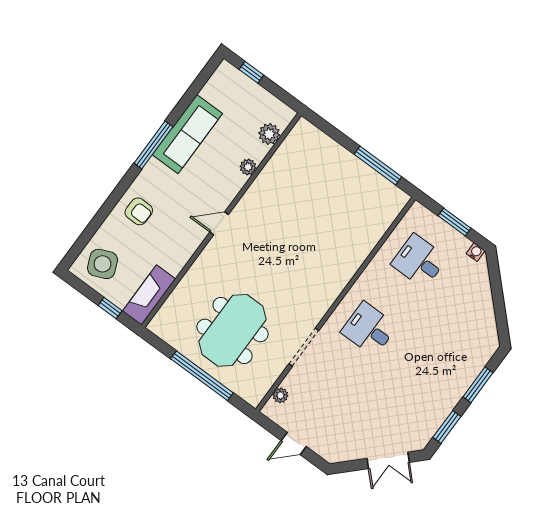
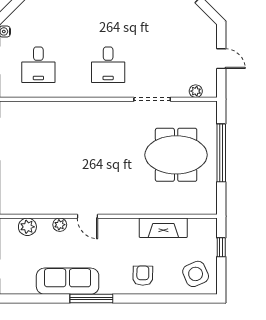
door: (219, 223) -> (88, 216), moved
fireplace: (149, 295) -> (163, 228), moved

